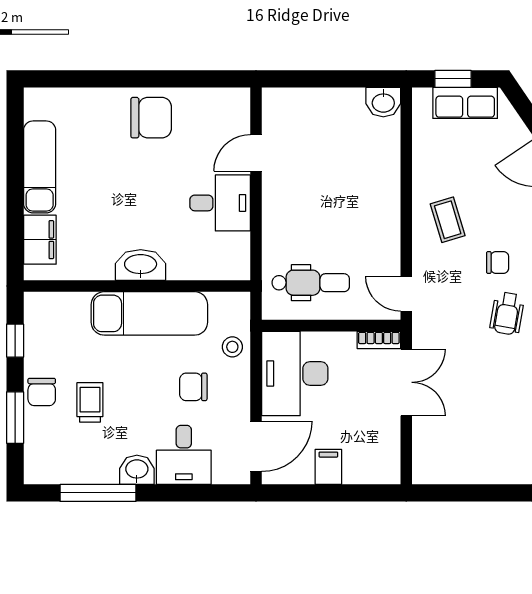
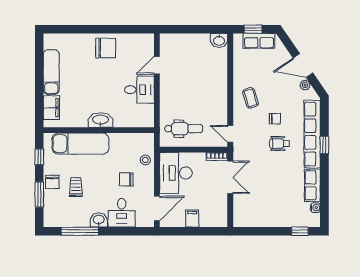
exam couch: (149, 313) -> (80, 144), moved
wheelchair: (507, 313) -> (279, 144), turned 80

